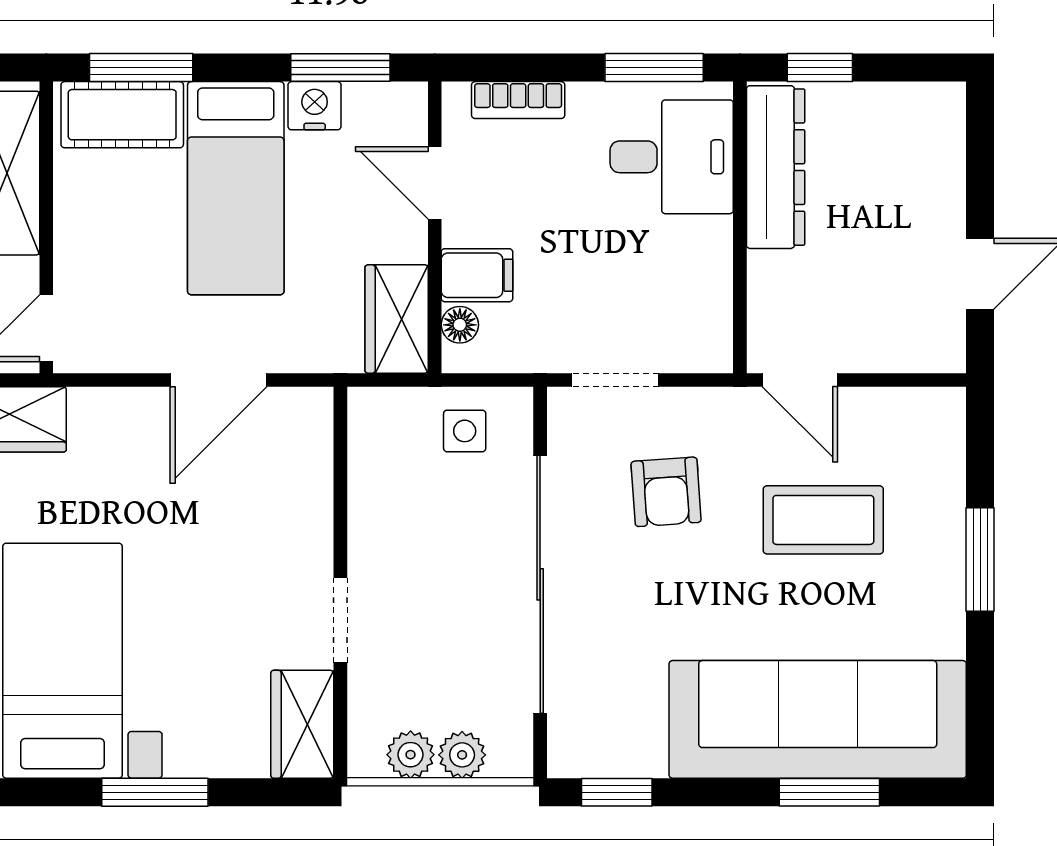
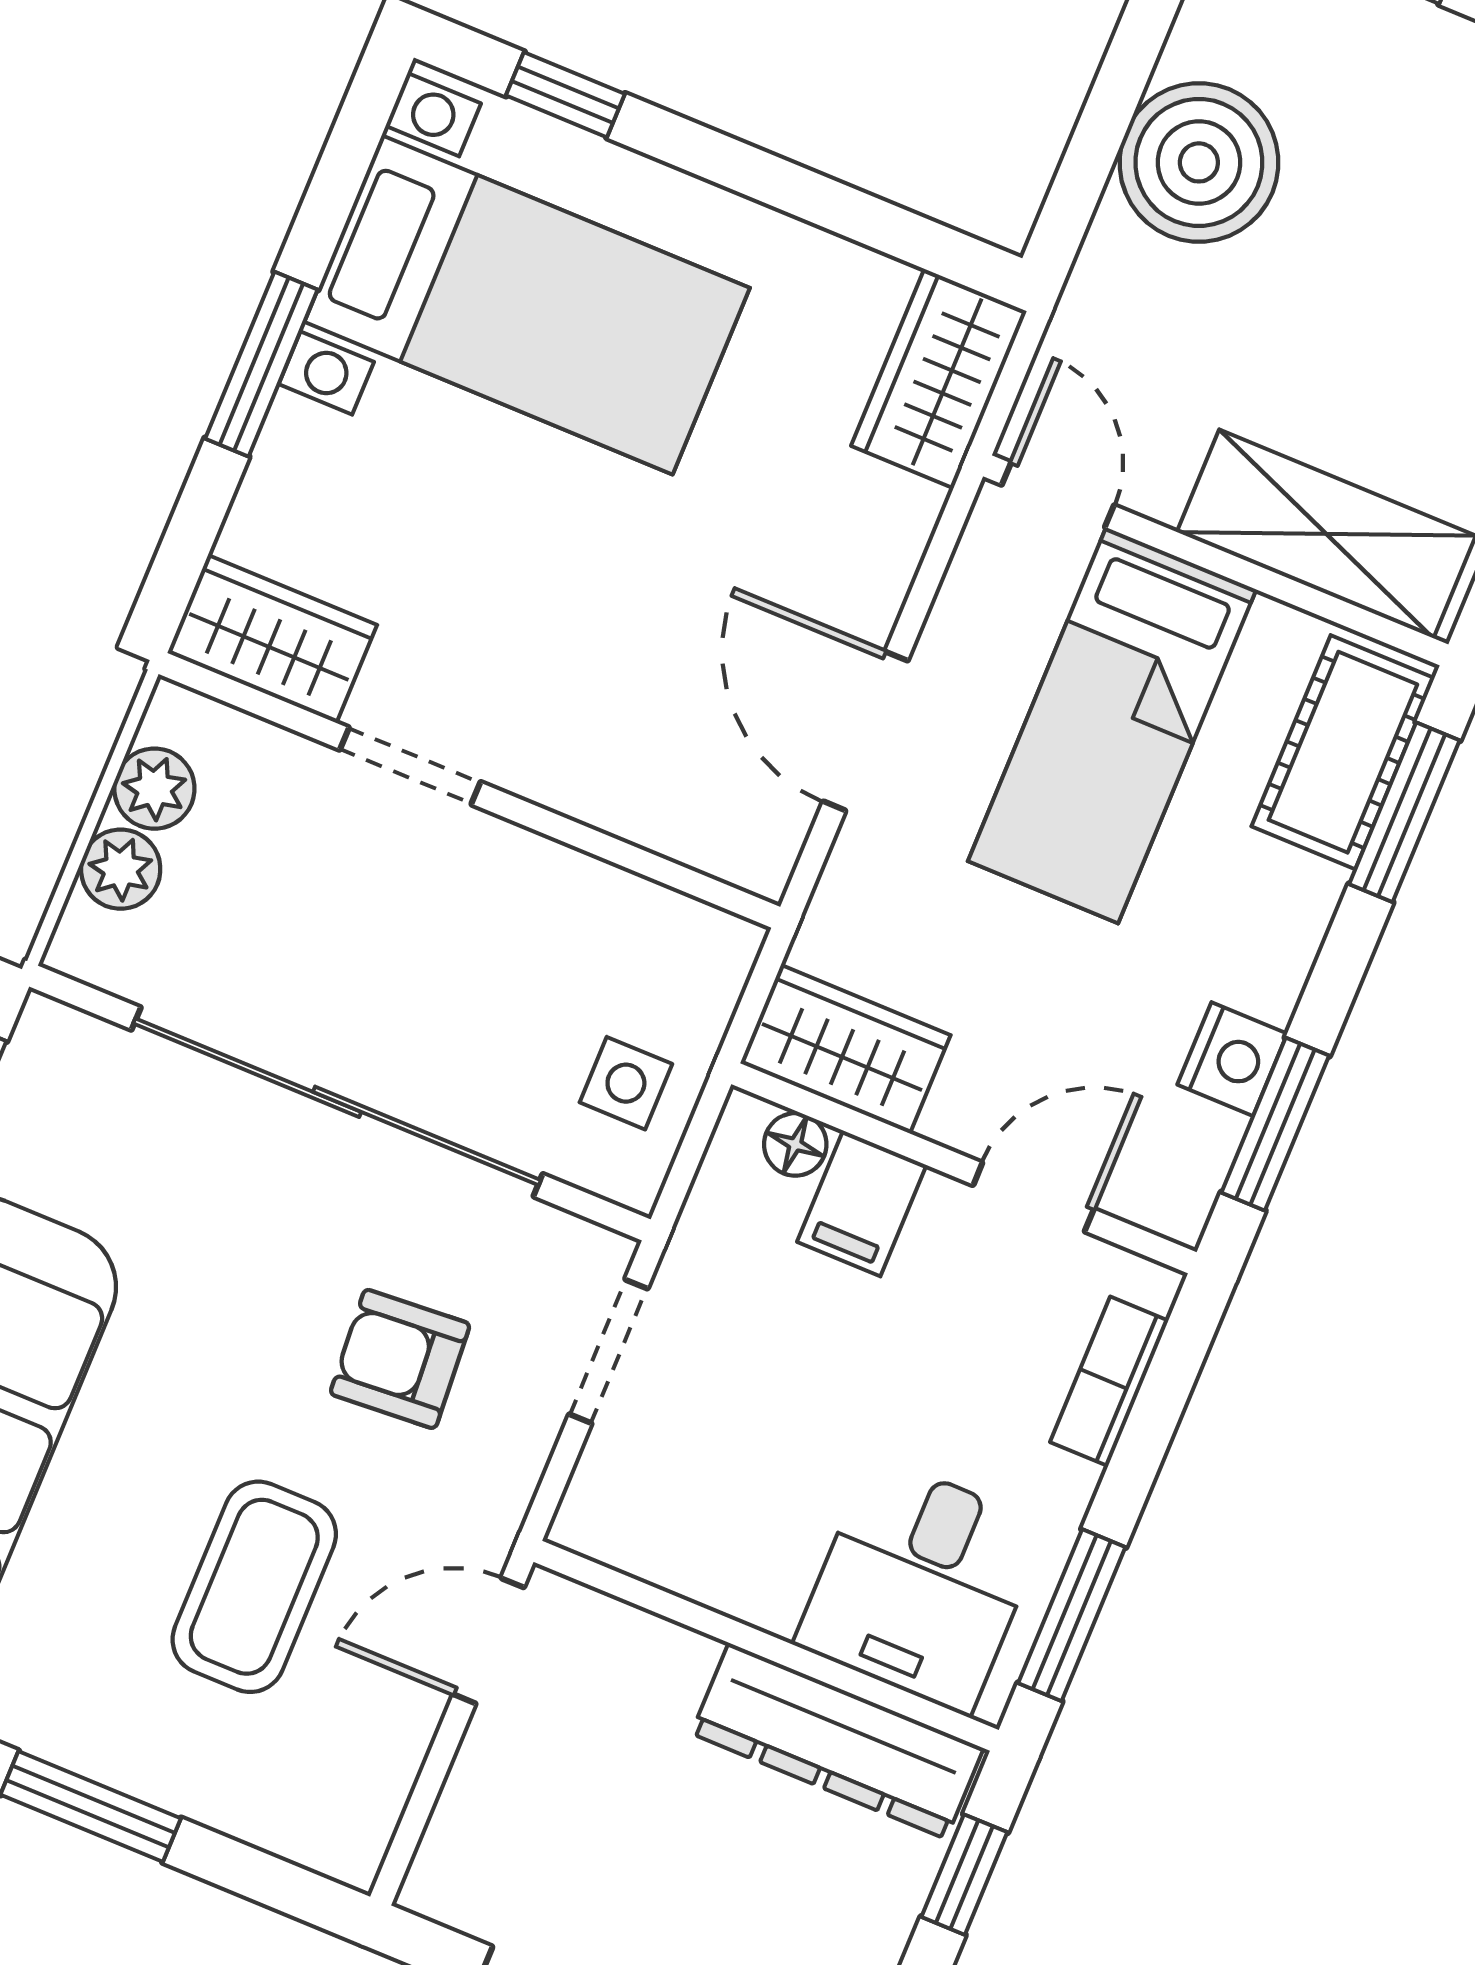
bed: (236, 188) -> (1112, 725), moved, turned -90

